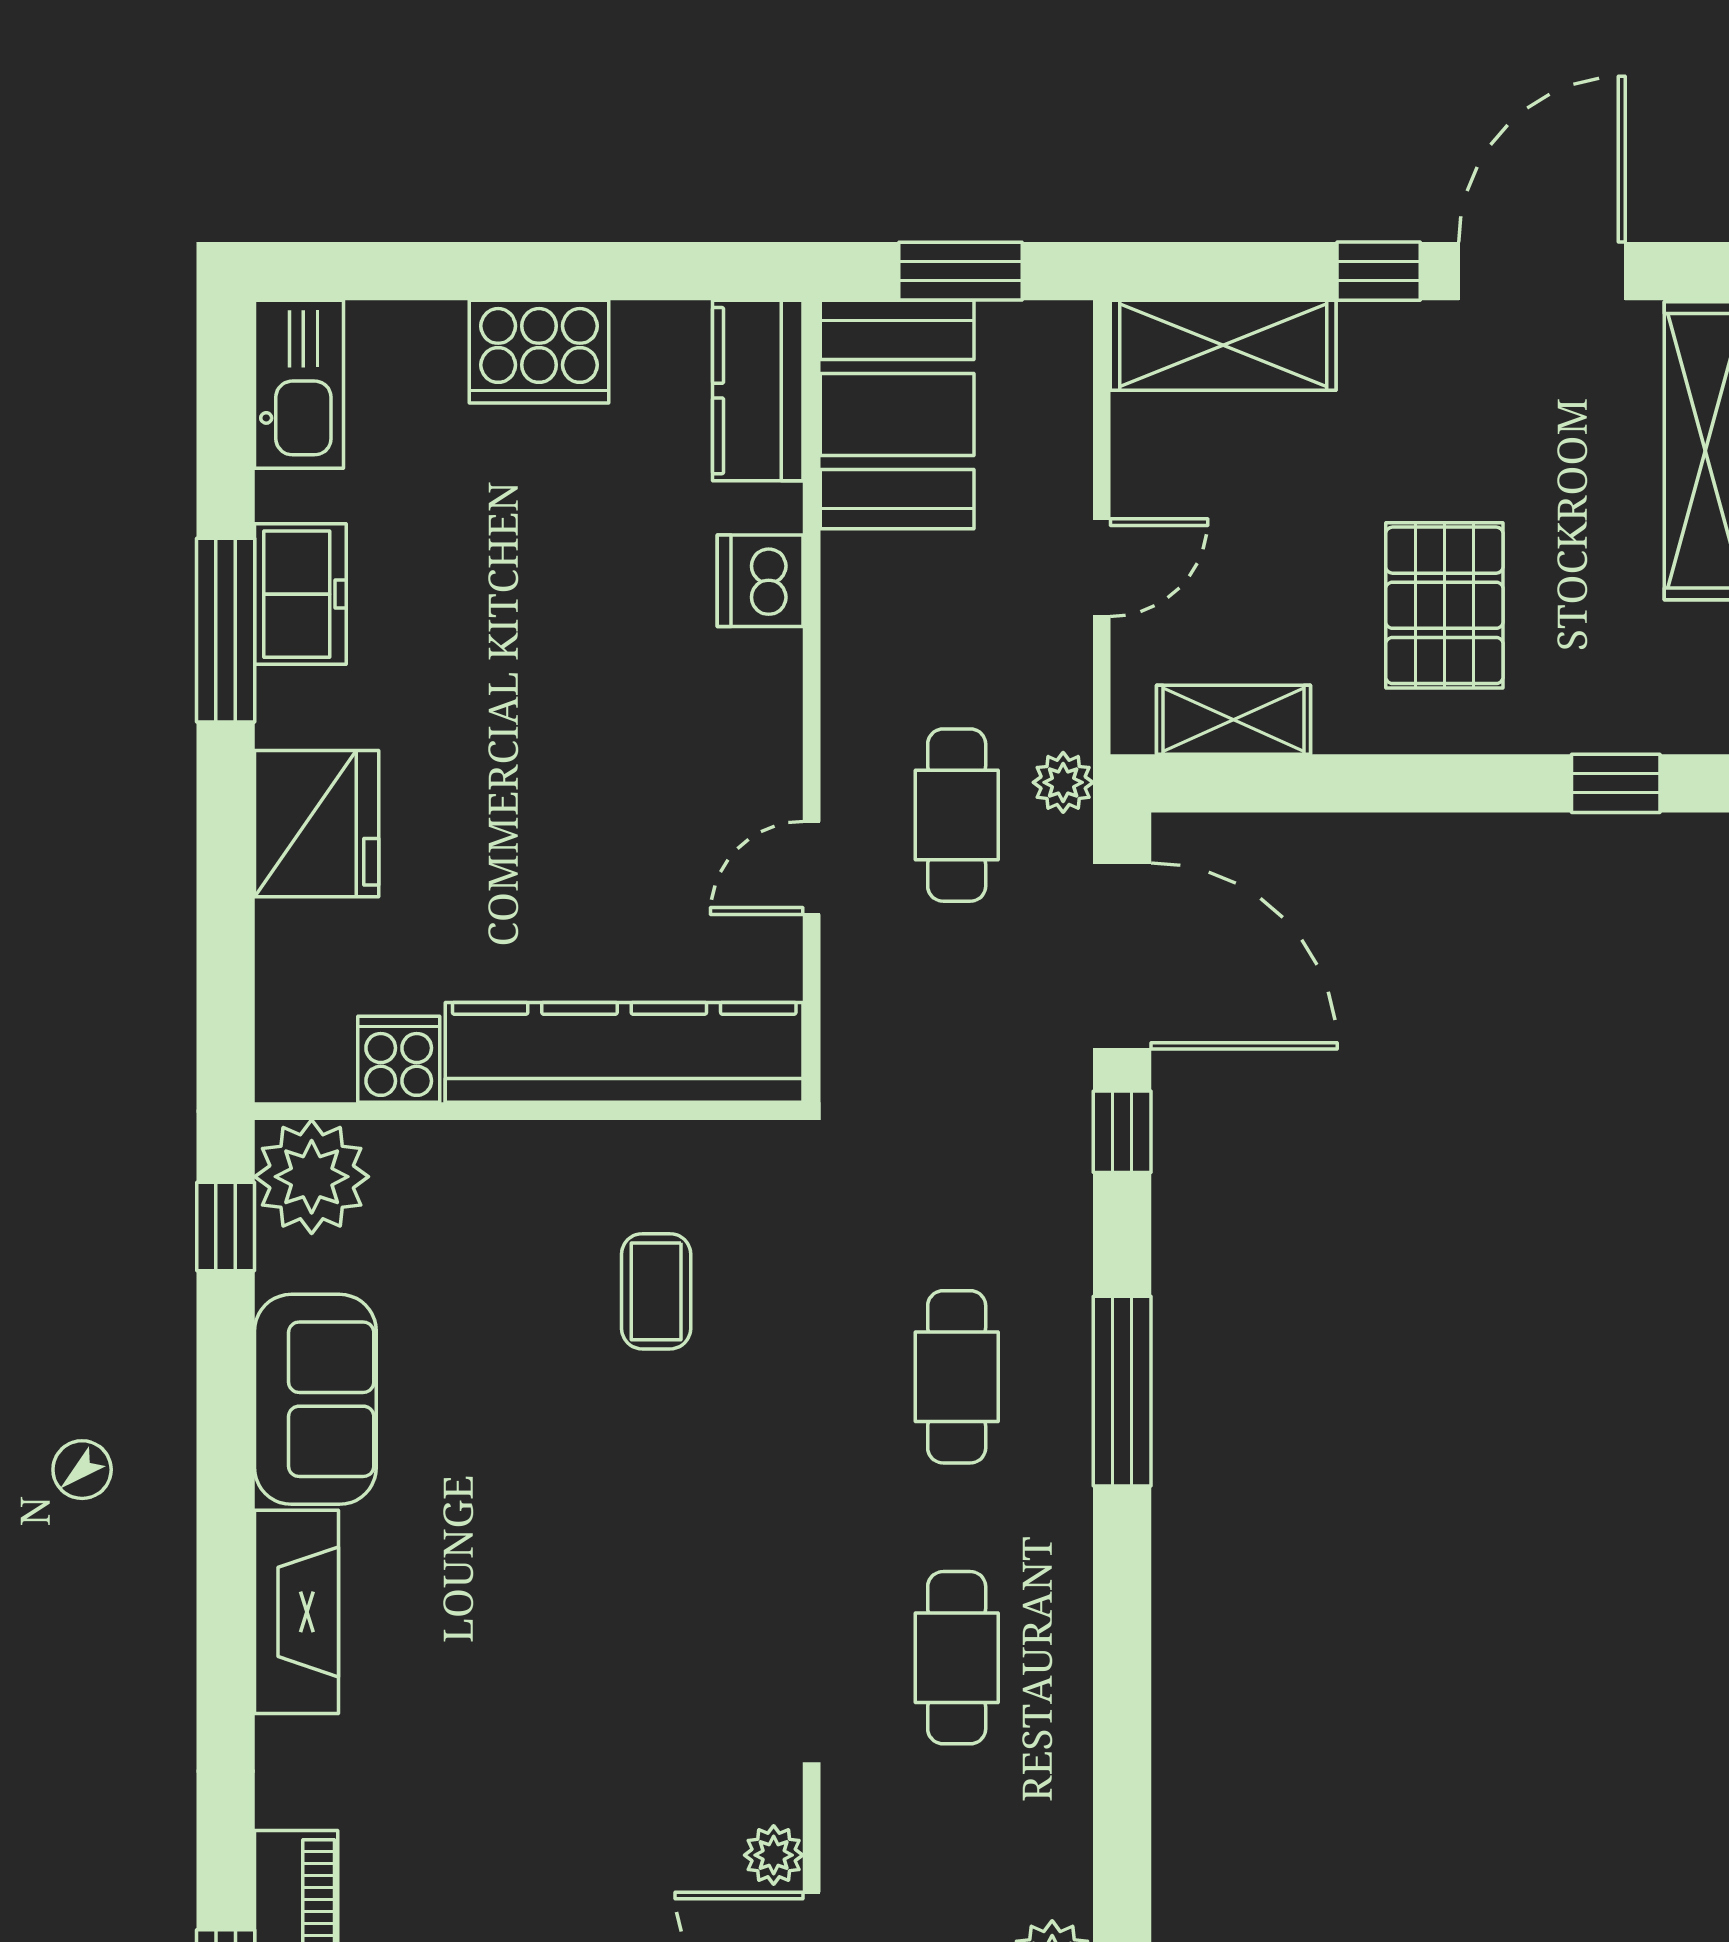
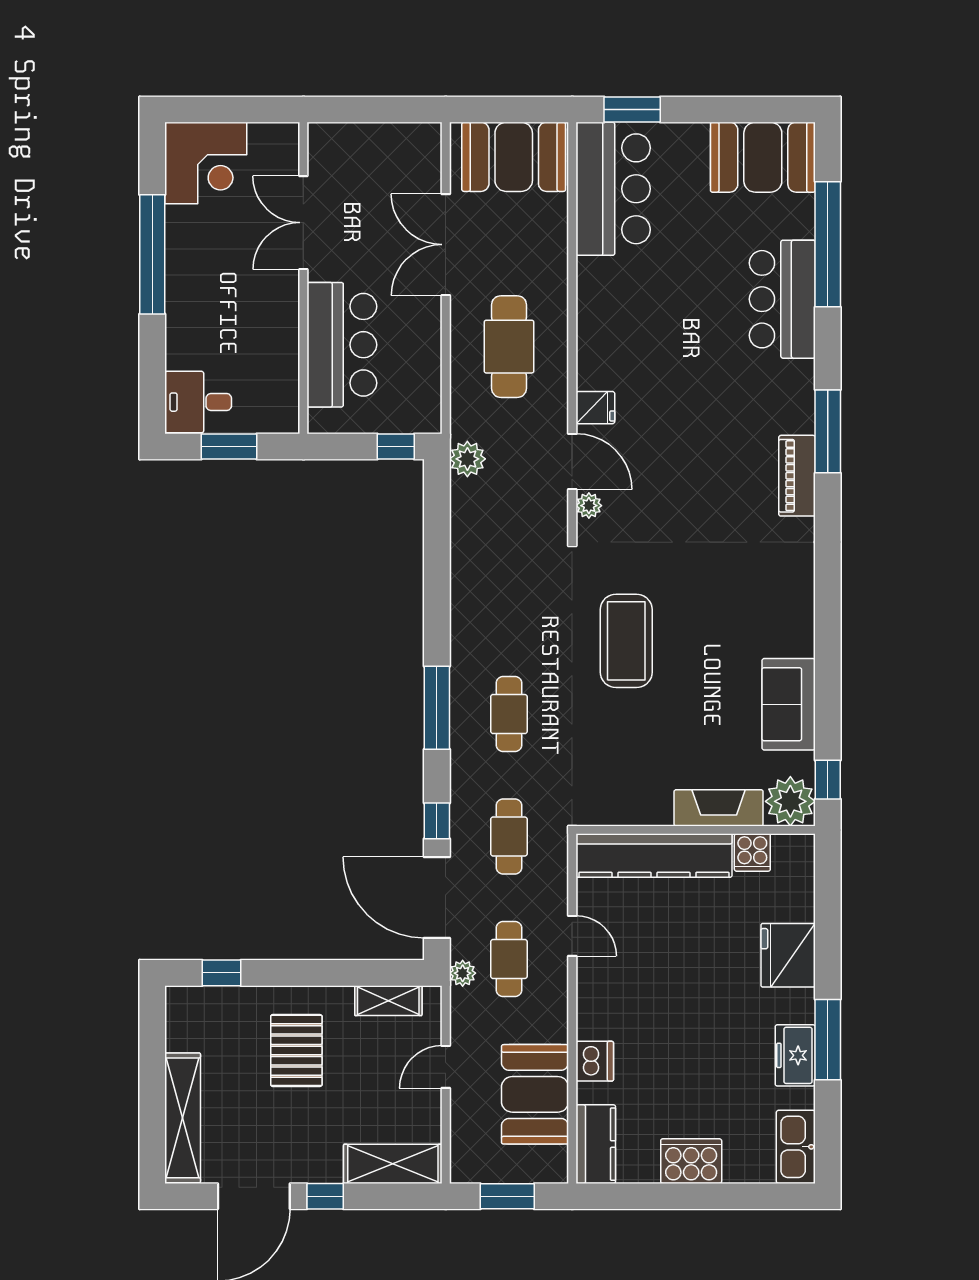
booth: (897, 415) -> (535, 1094), moved
door: (812, 868) -> (572, 936), hinge flipped
coffee table: (656, 1291) -> (626, 641), moved, width x1.86, depth x1.72
fireplace: (297, 1612) -> (719, 808), moved, turned 90
cafe table: (957, 1658) -> (509, 837), moved

